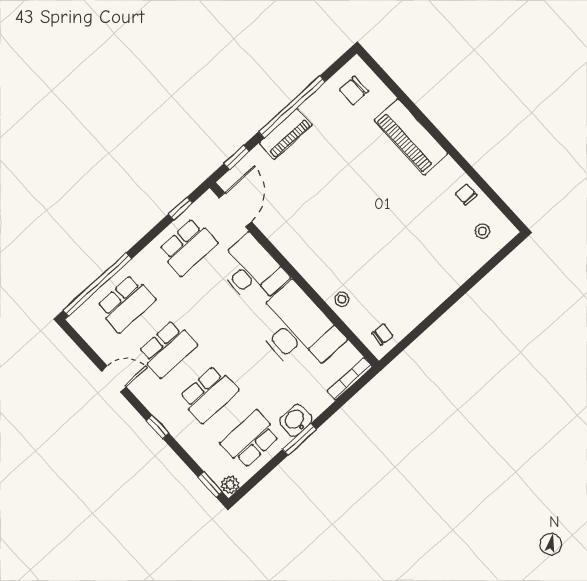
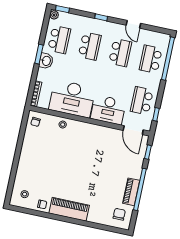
piano: (286, 134) -> (131, 192), moved
piano: (411, 137) -> (69, 209), moved
school desk: (167, 349) -> (120, 53), turned 180
door: (114, 379) -> (133, 24), hinge flipped
school desk: (209, 394) -> (90, 46), turned 180

